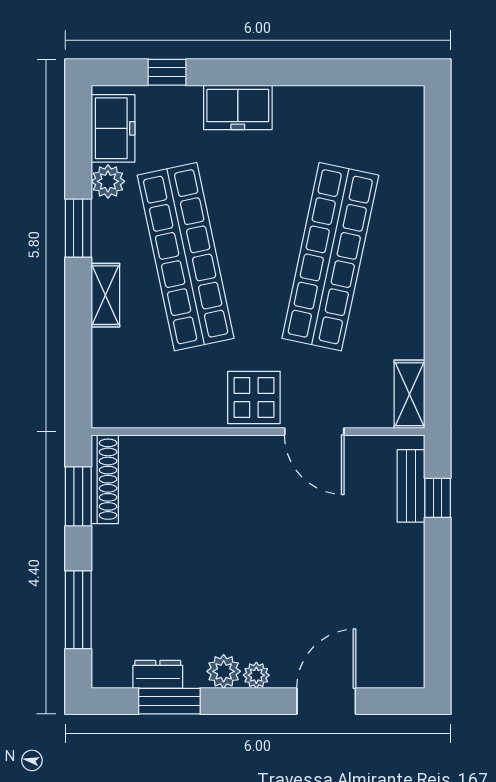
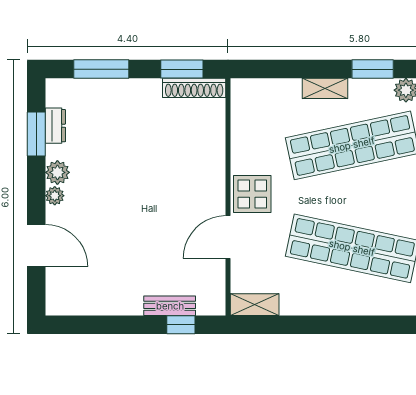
bench: (411, 486) -> (170, 306), moved

